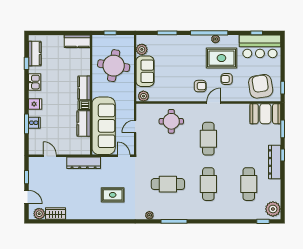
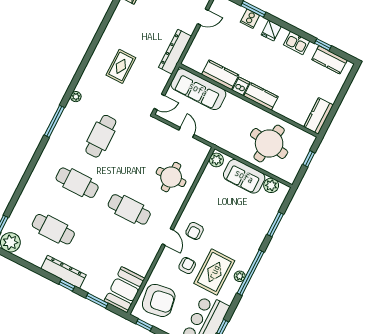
sofa: (104, 126) -> (198, 89), width x0.74, depth x0.79

